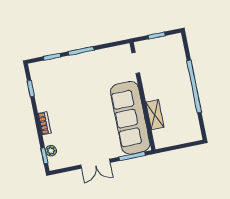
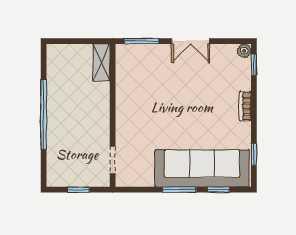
shelving: (155, 115) -> (101, 62), moved
sofa: (130, 118) -> (202, 168), moved, turned -90
plant: (51, 151) -> (244, 51), moved
double door: (95, 164) -> (191, 41), swing flipped

